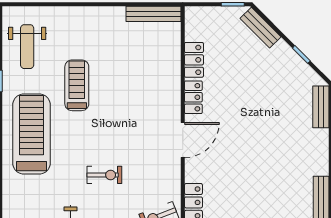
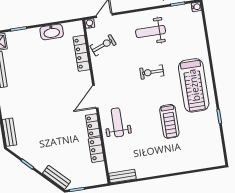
bench: (153, 14) -> (122, 176), width x0.73
weight bench: (27, 47) -> (117, 122), moved
exercise bike: (104, 175) -> (152, 72), moved

